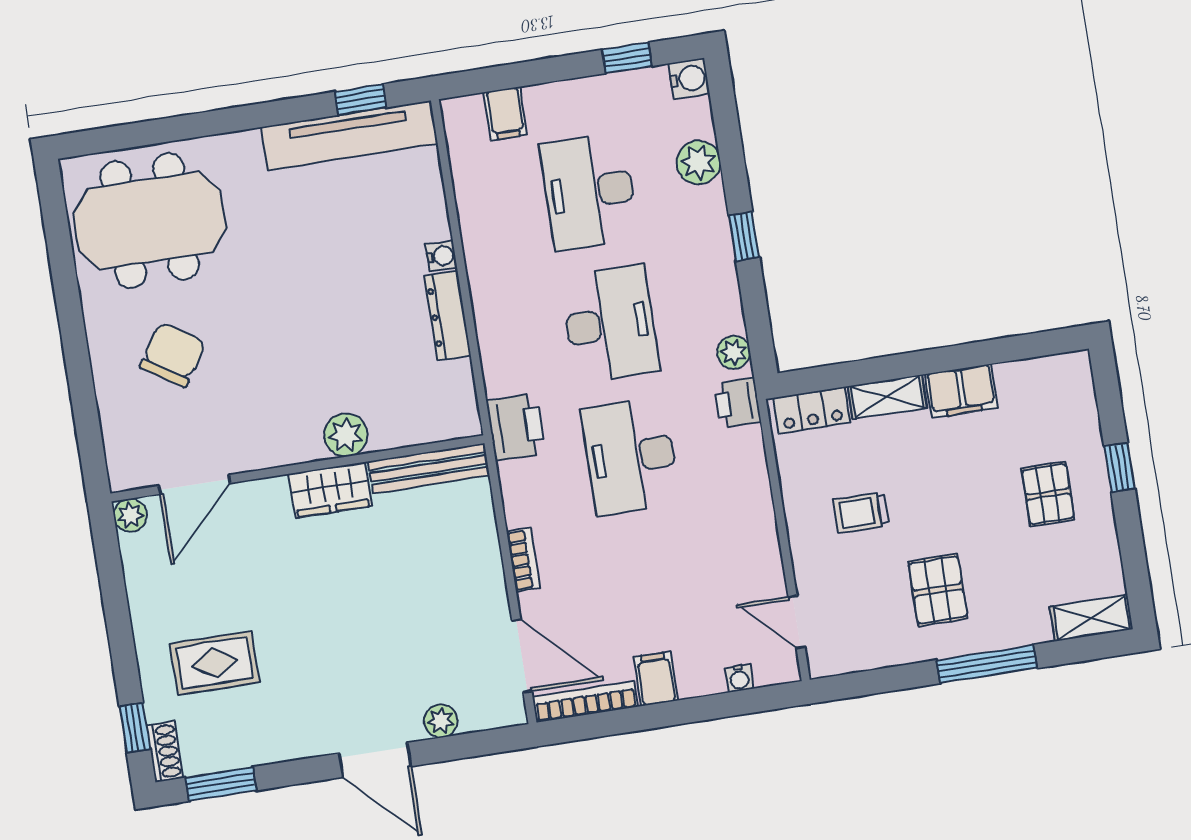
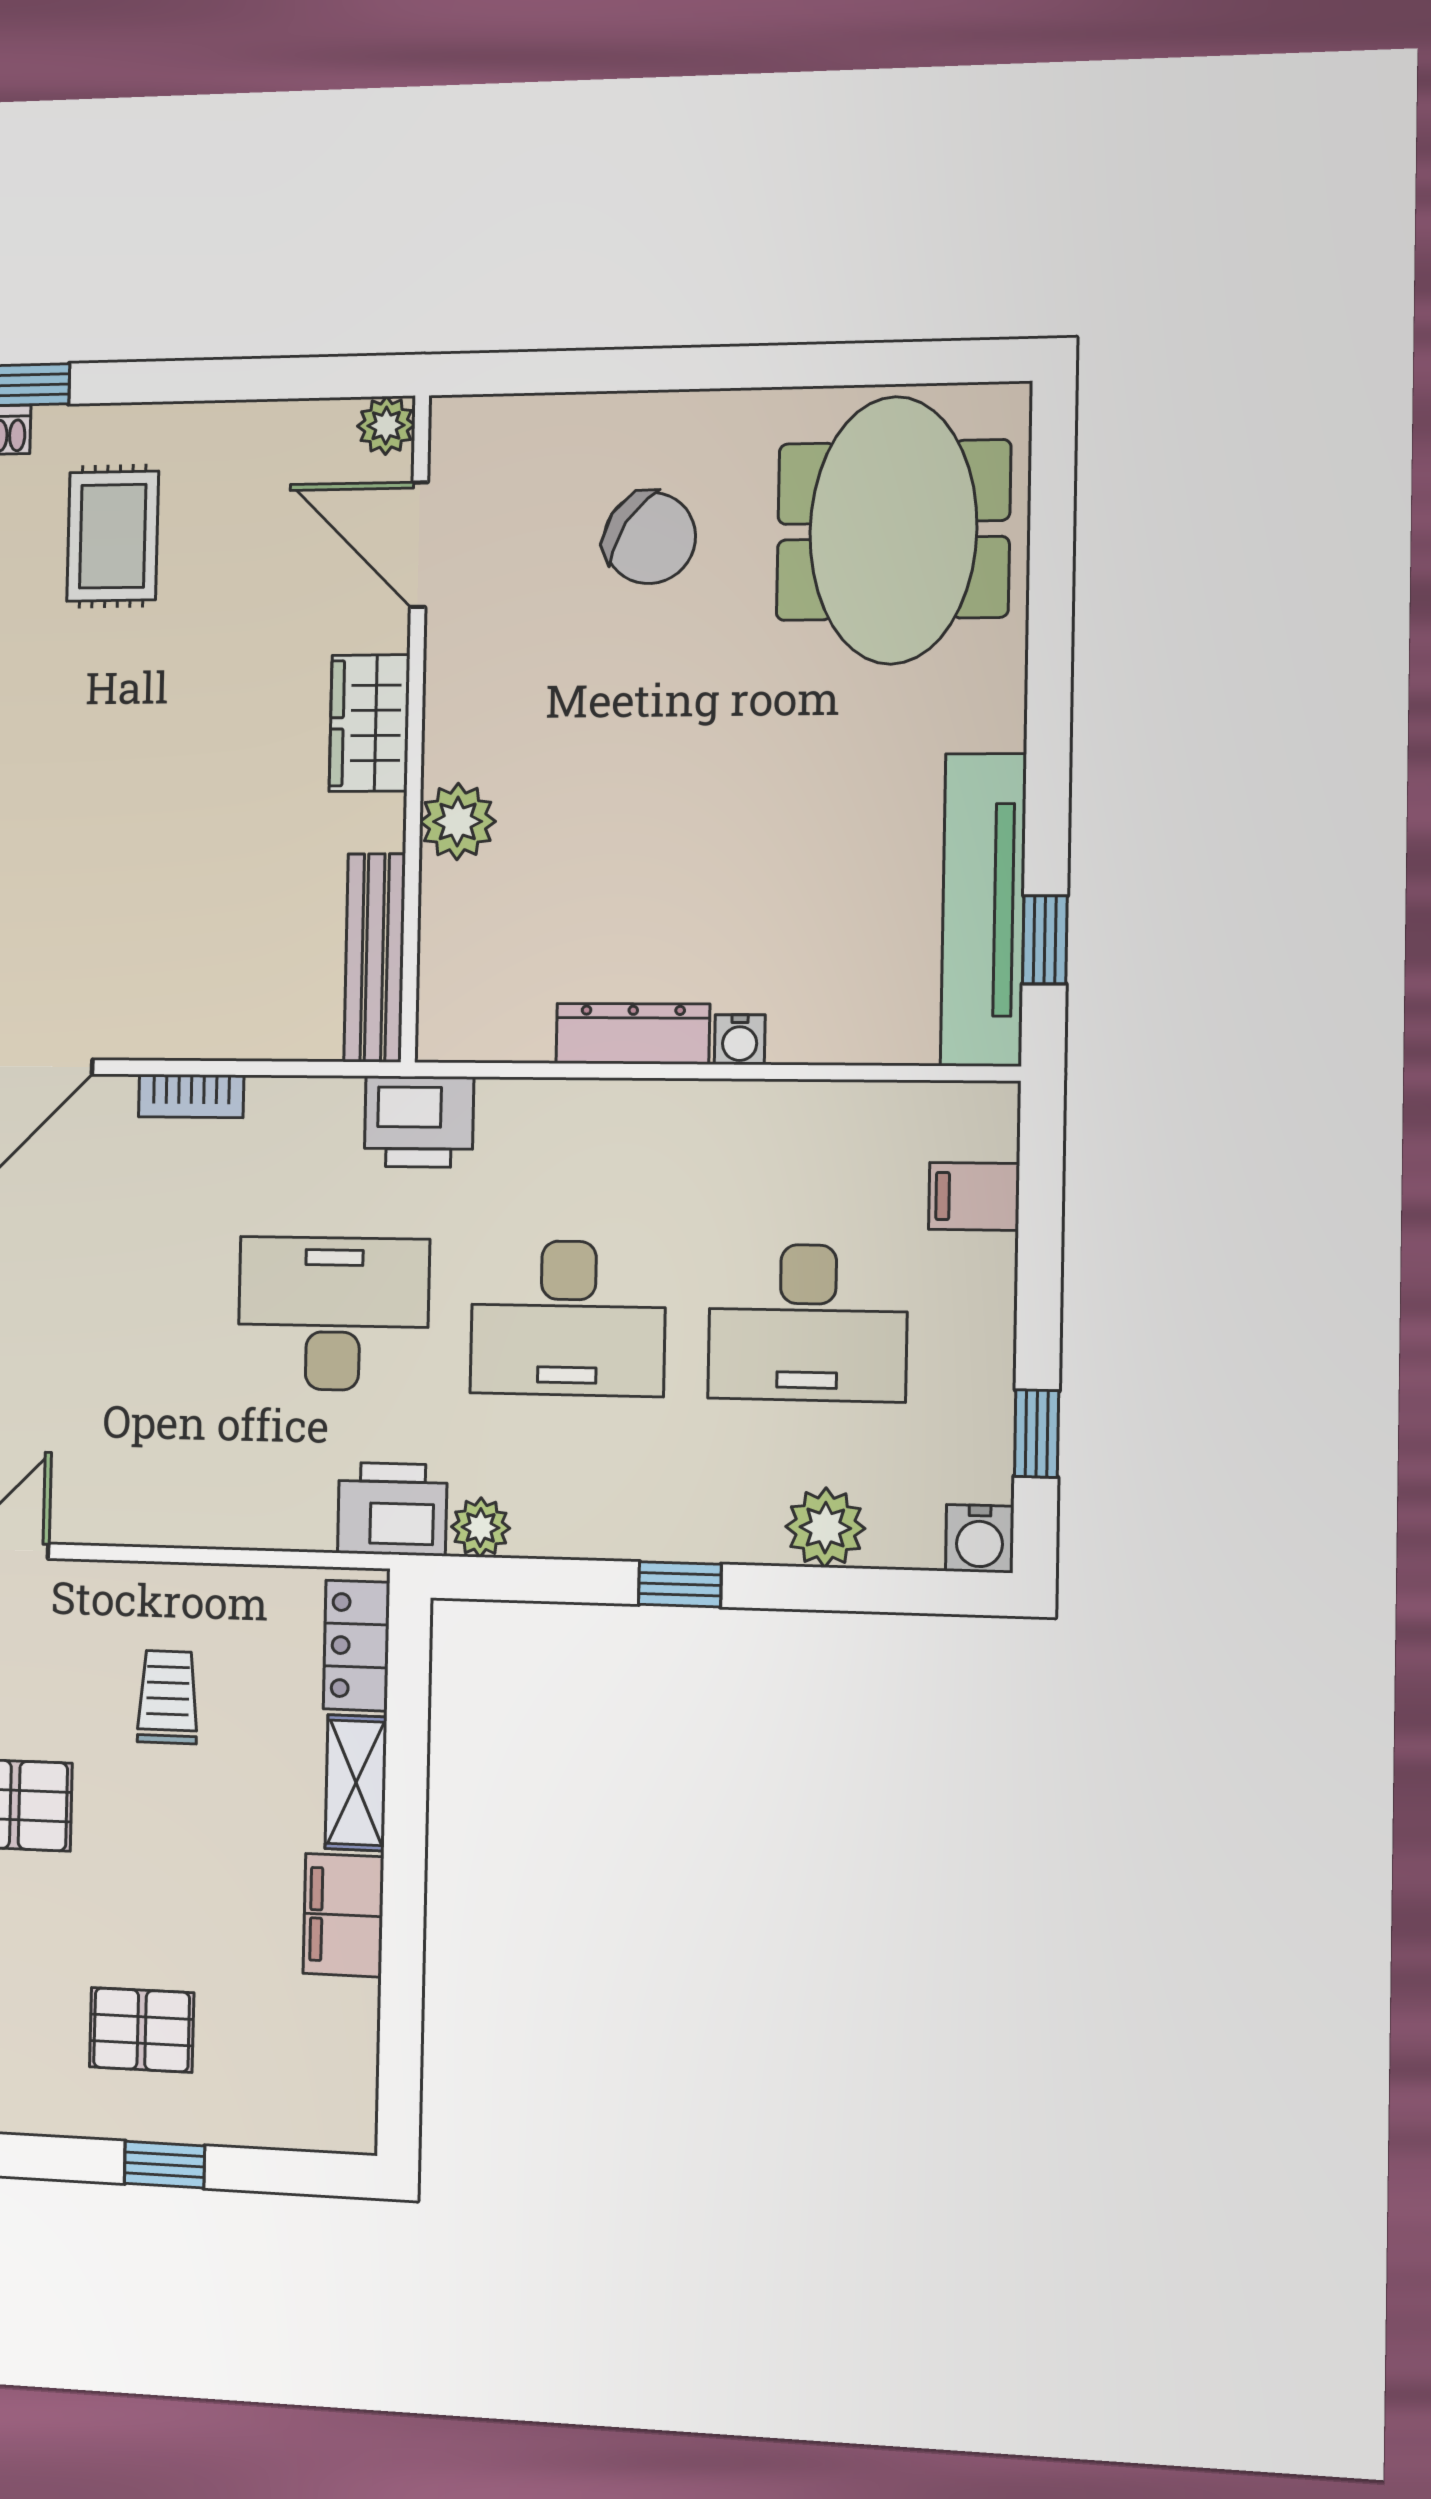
desk: (589, 192) -> (808, 1323), turned 180
printer: (738, 403) -> (392, 1509), width x1.36, depth x1.24
wardrobe: (330, 490) -> (369, 723), moved

